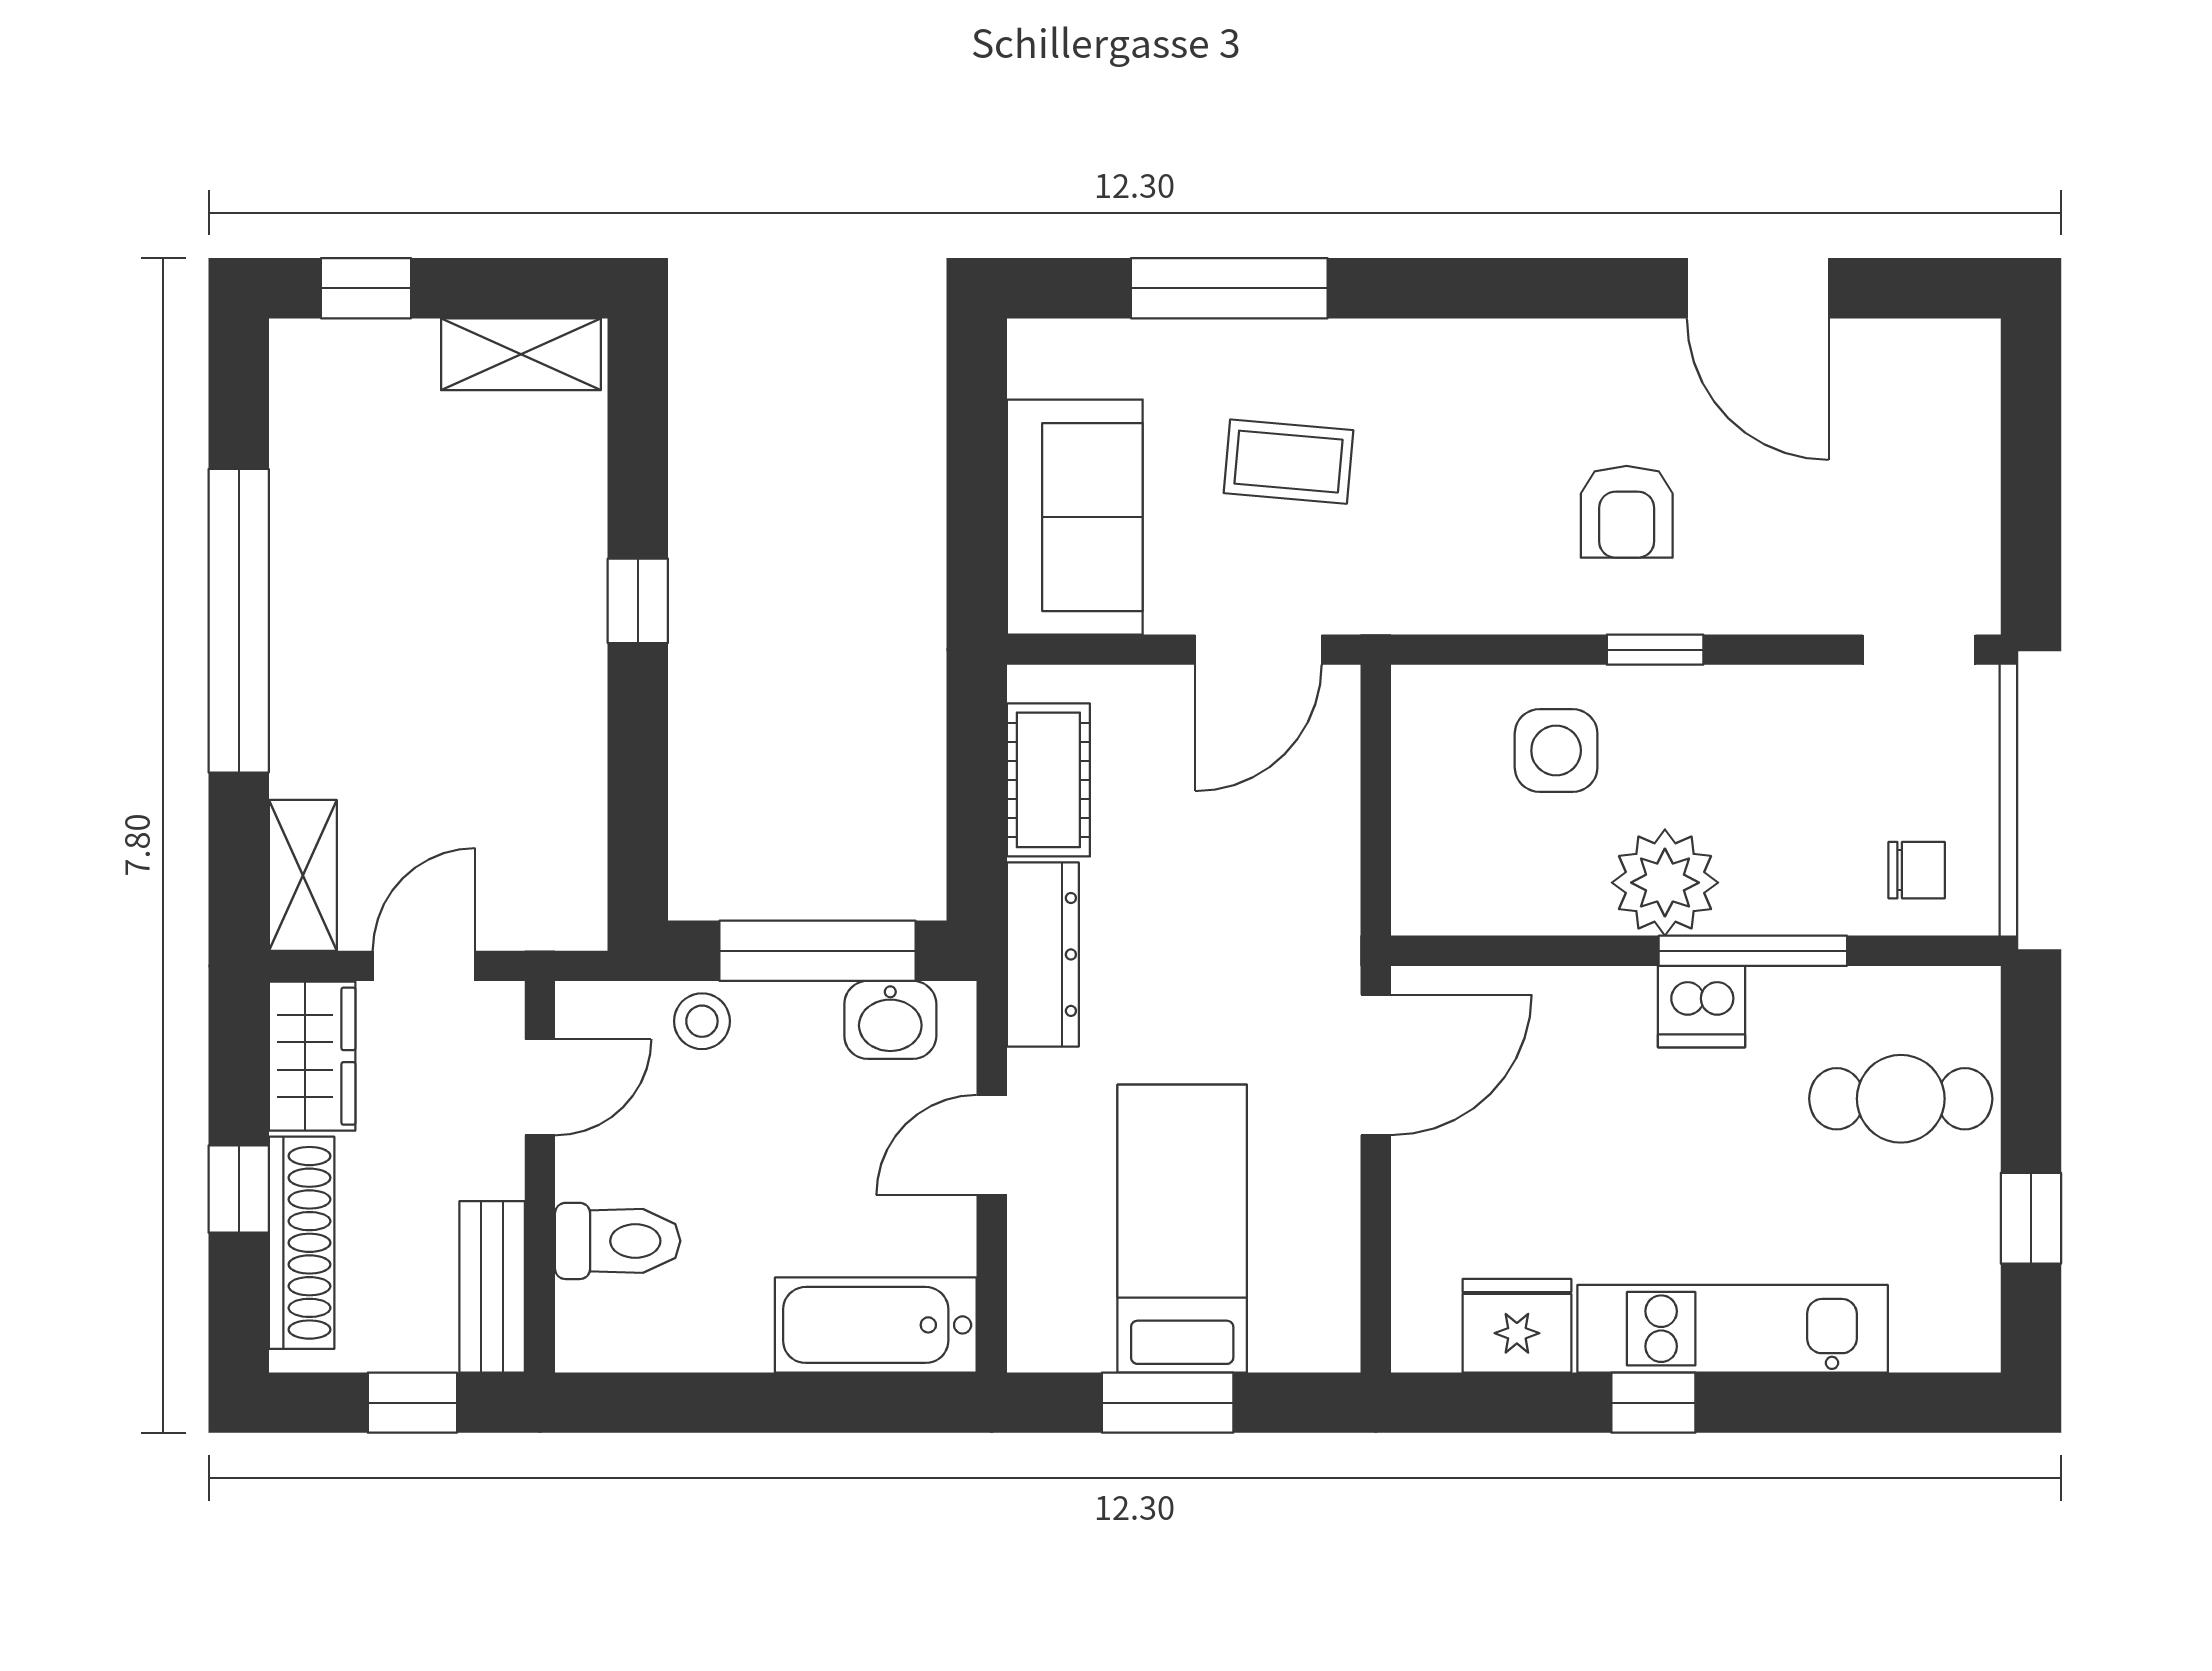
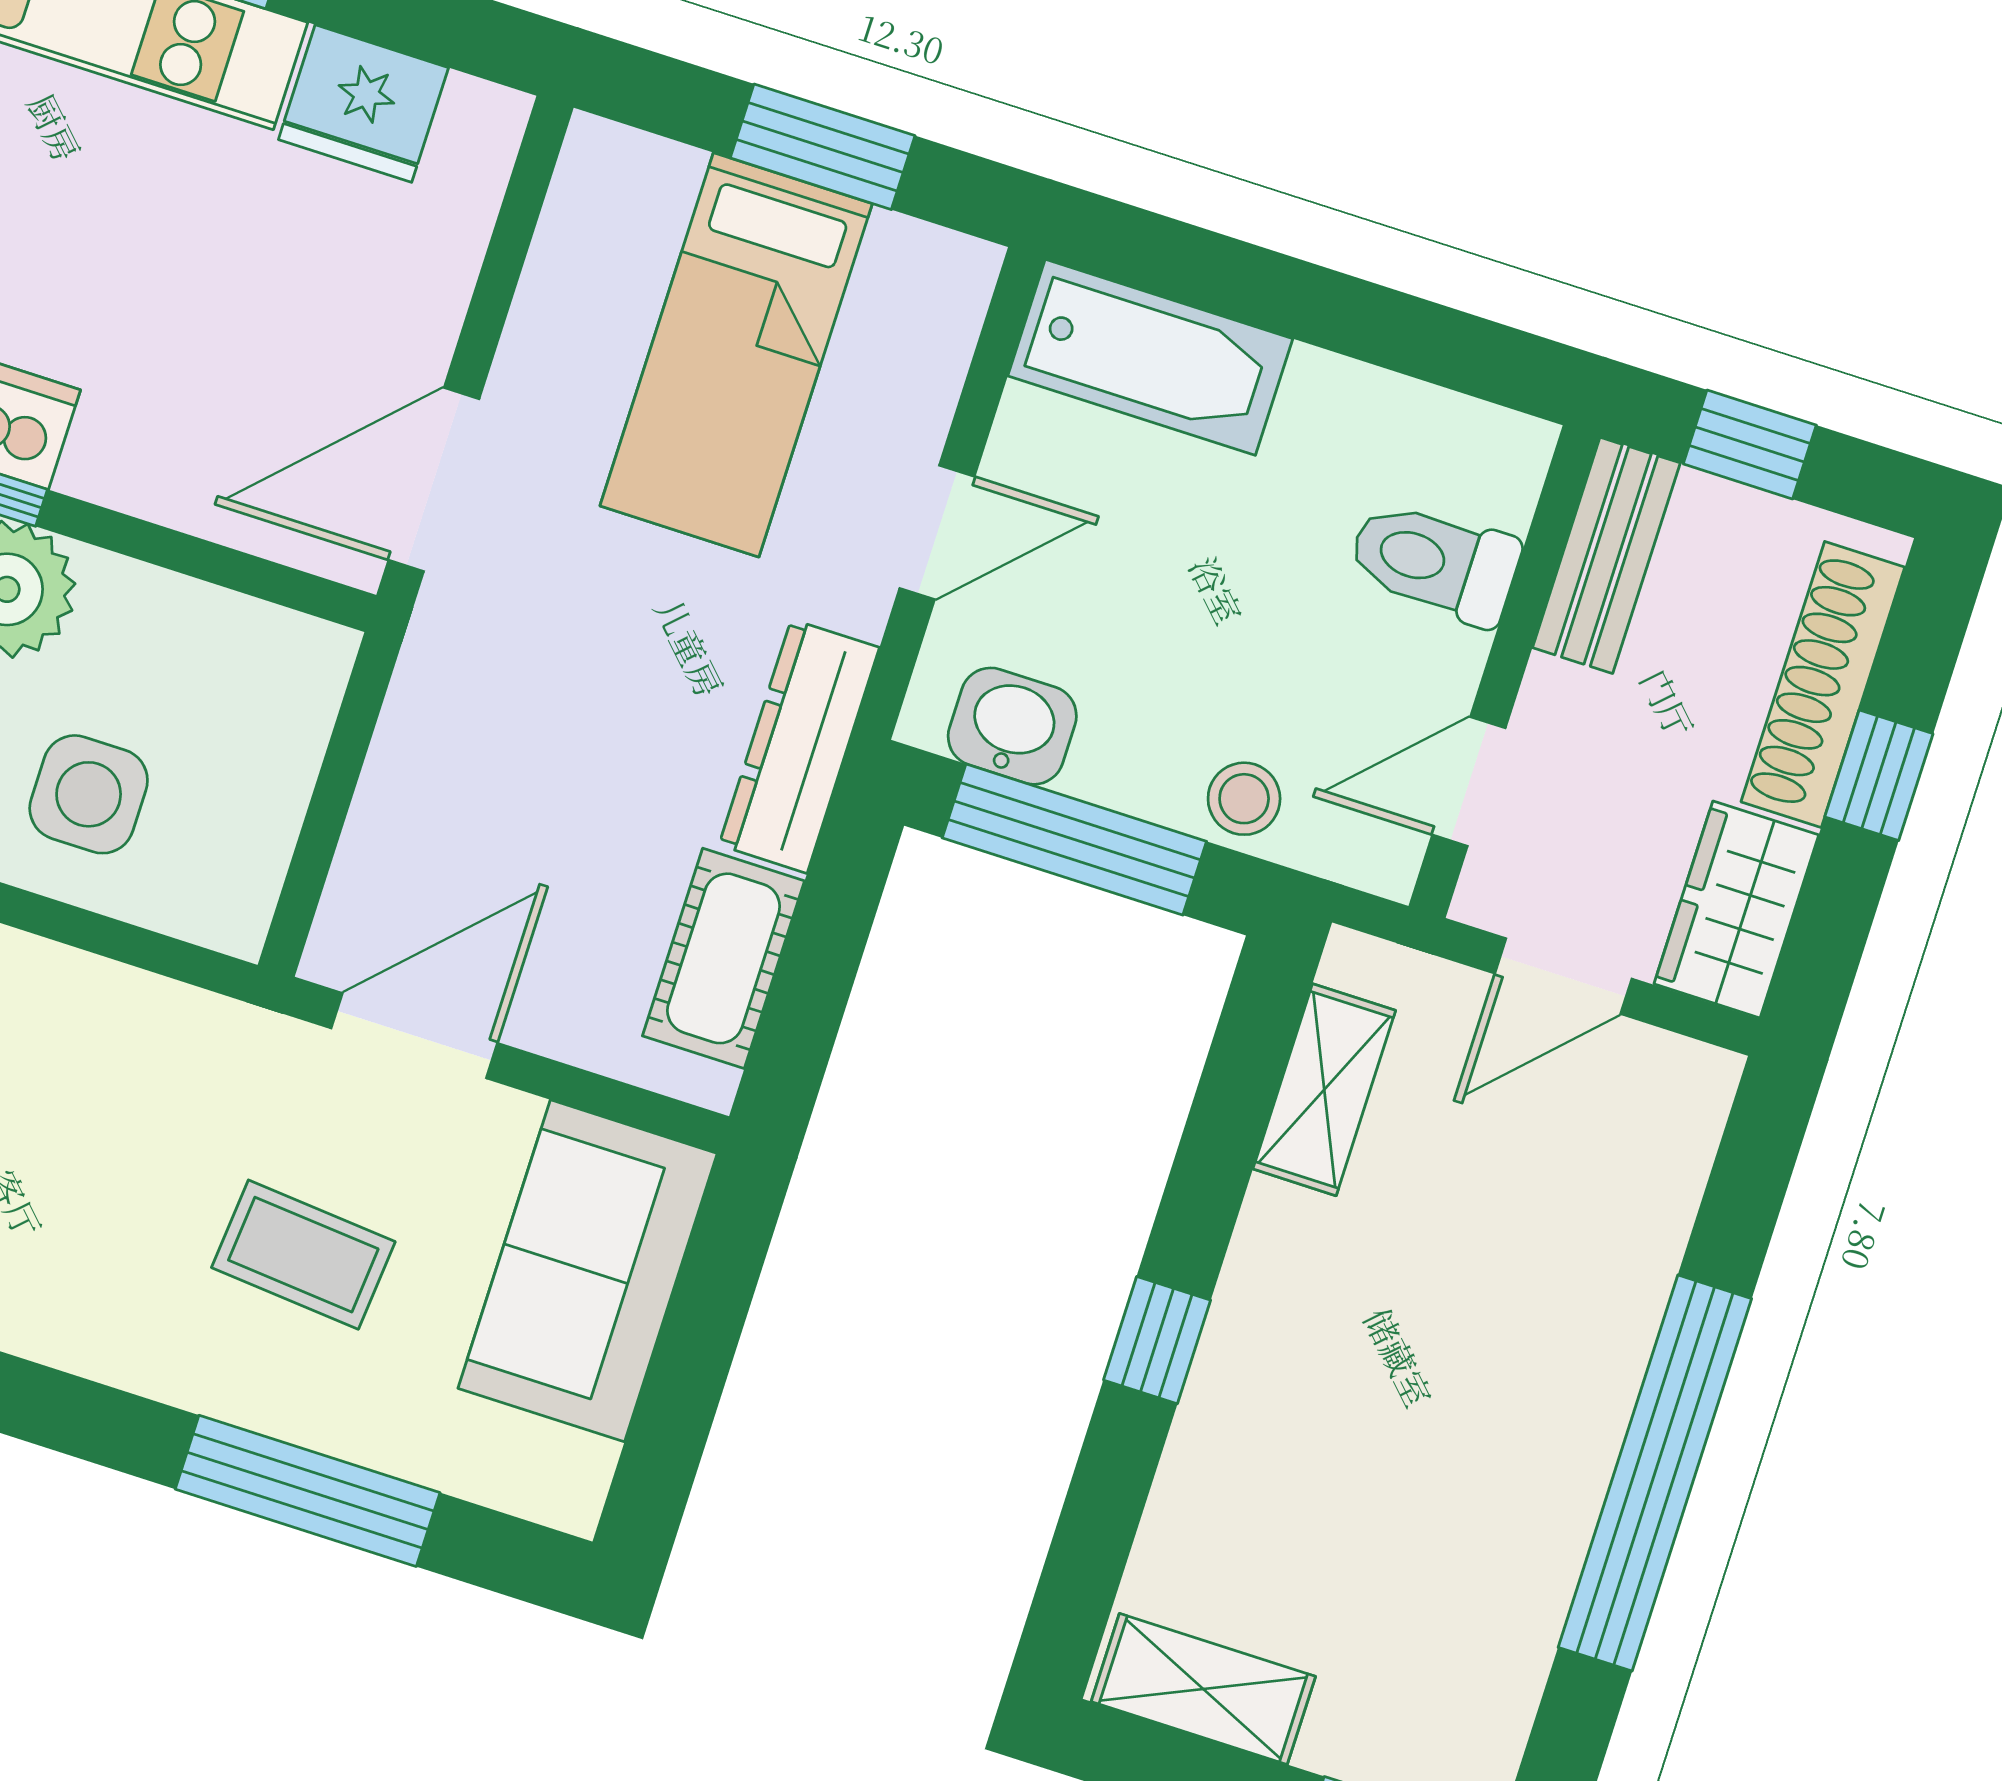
shelving: (303, 875) -> (1324, 1090), moved

